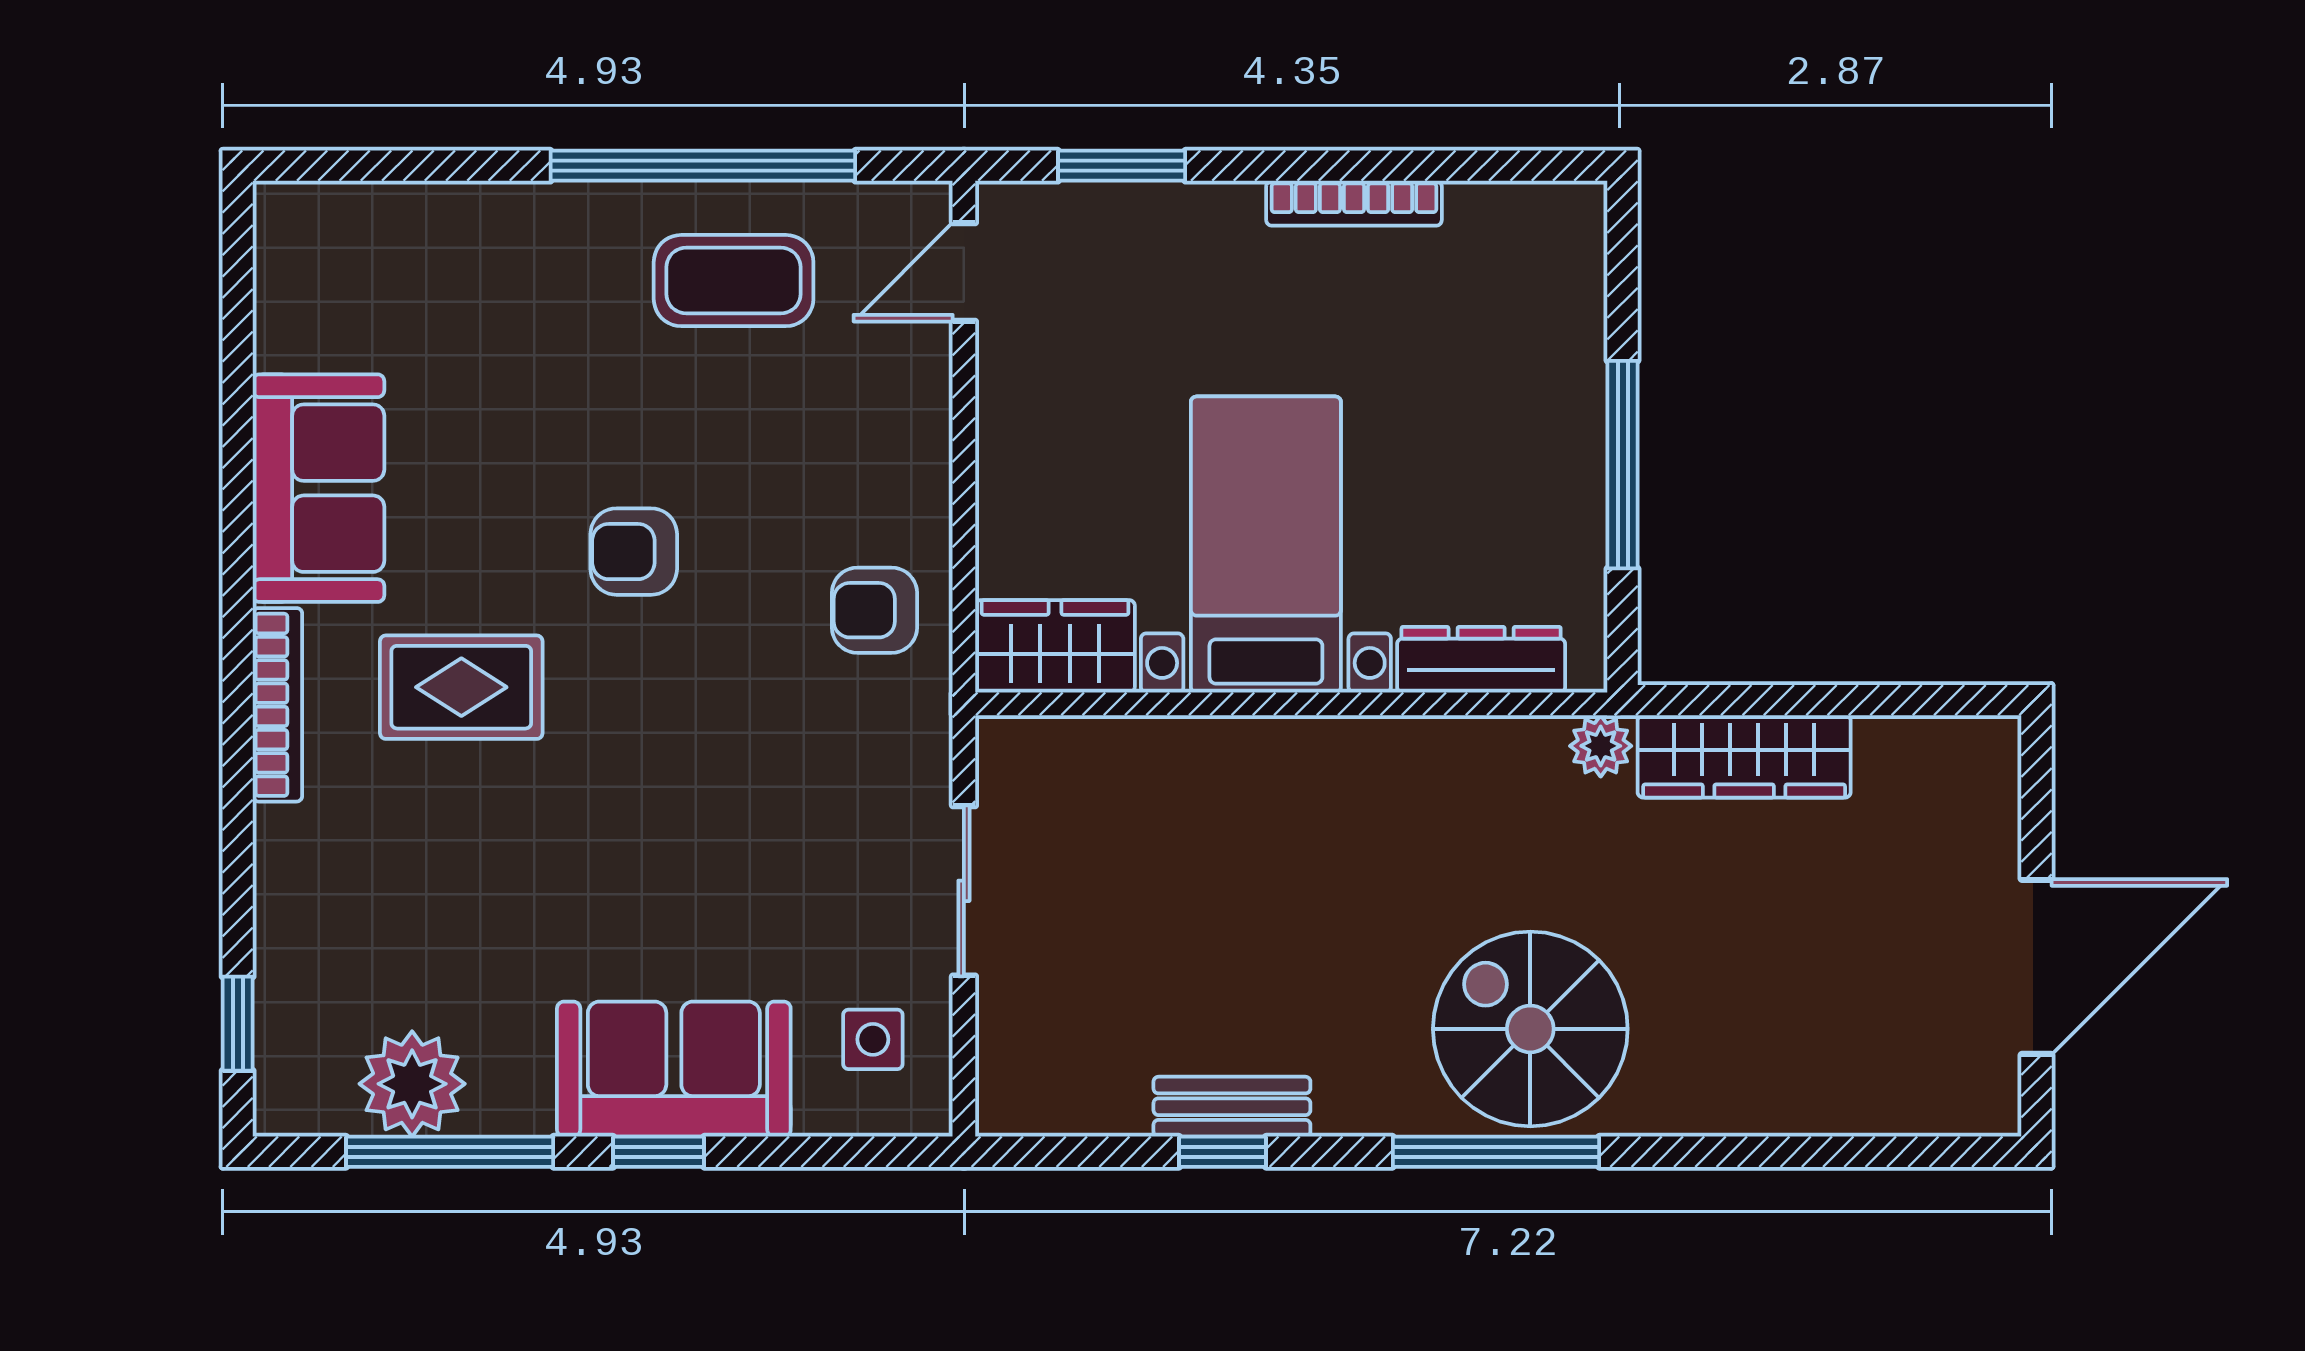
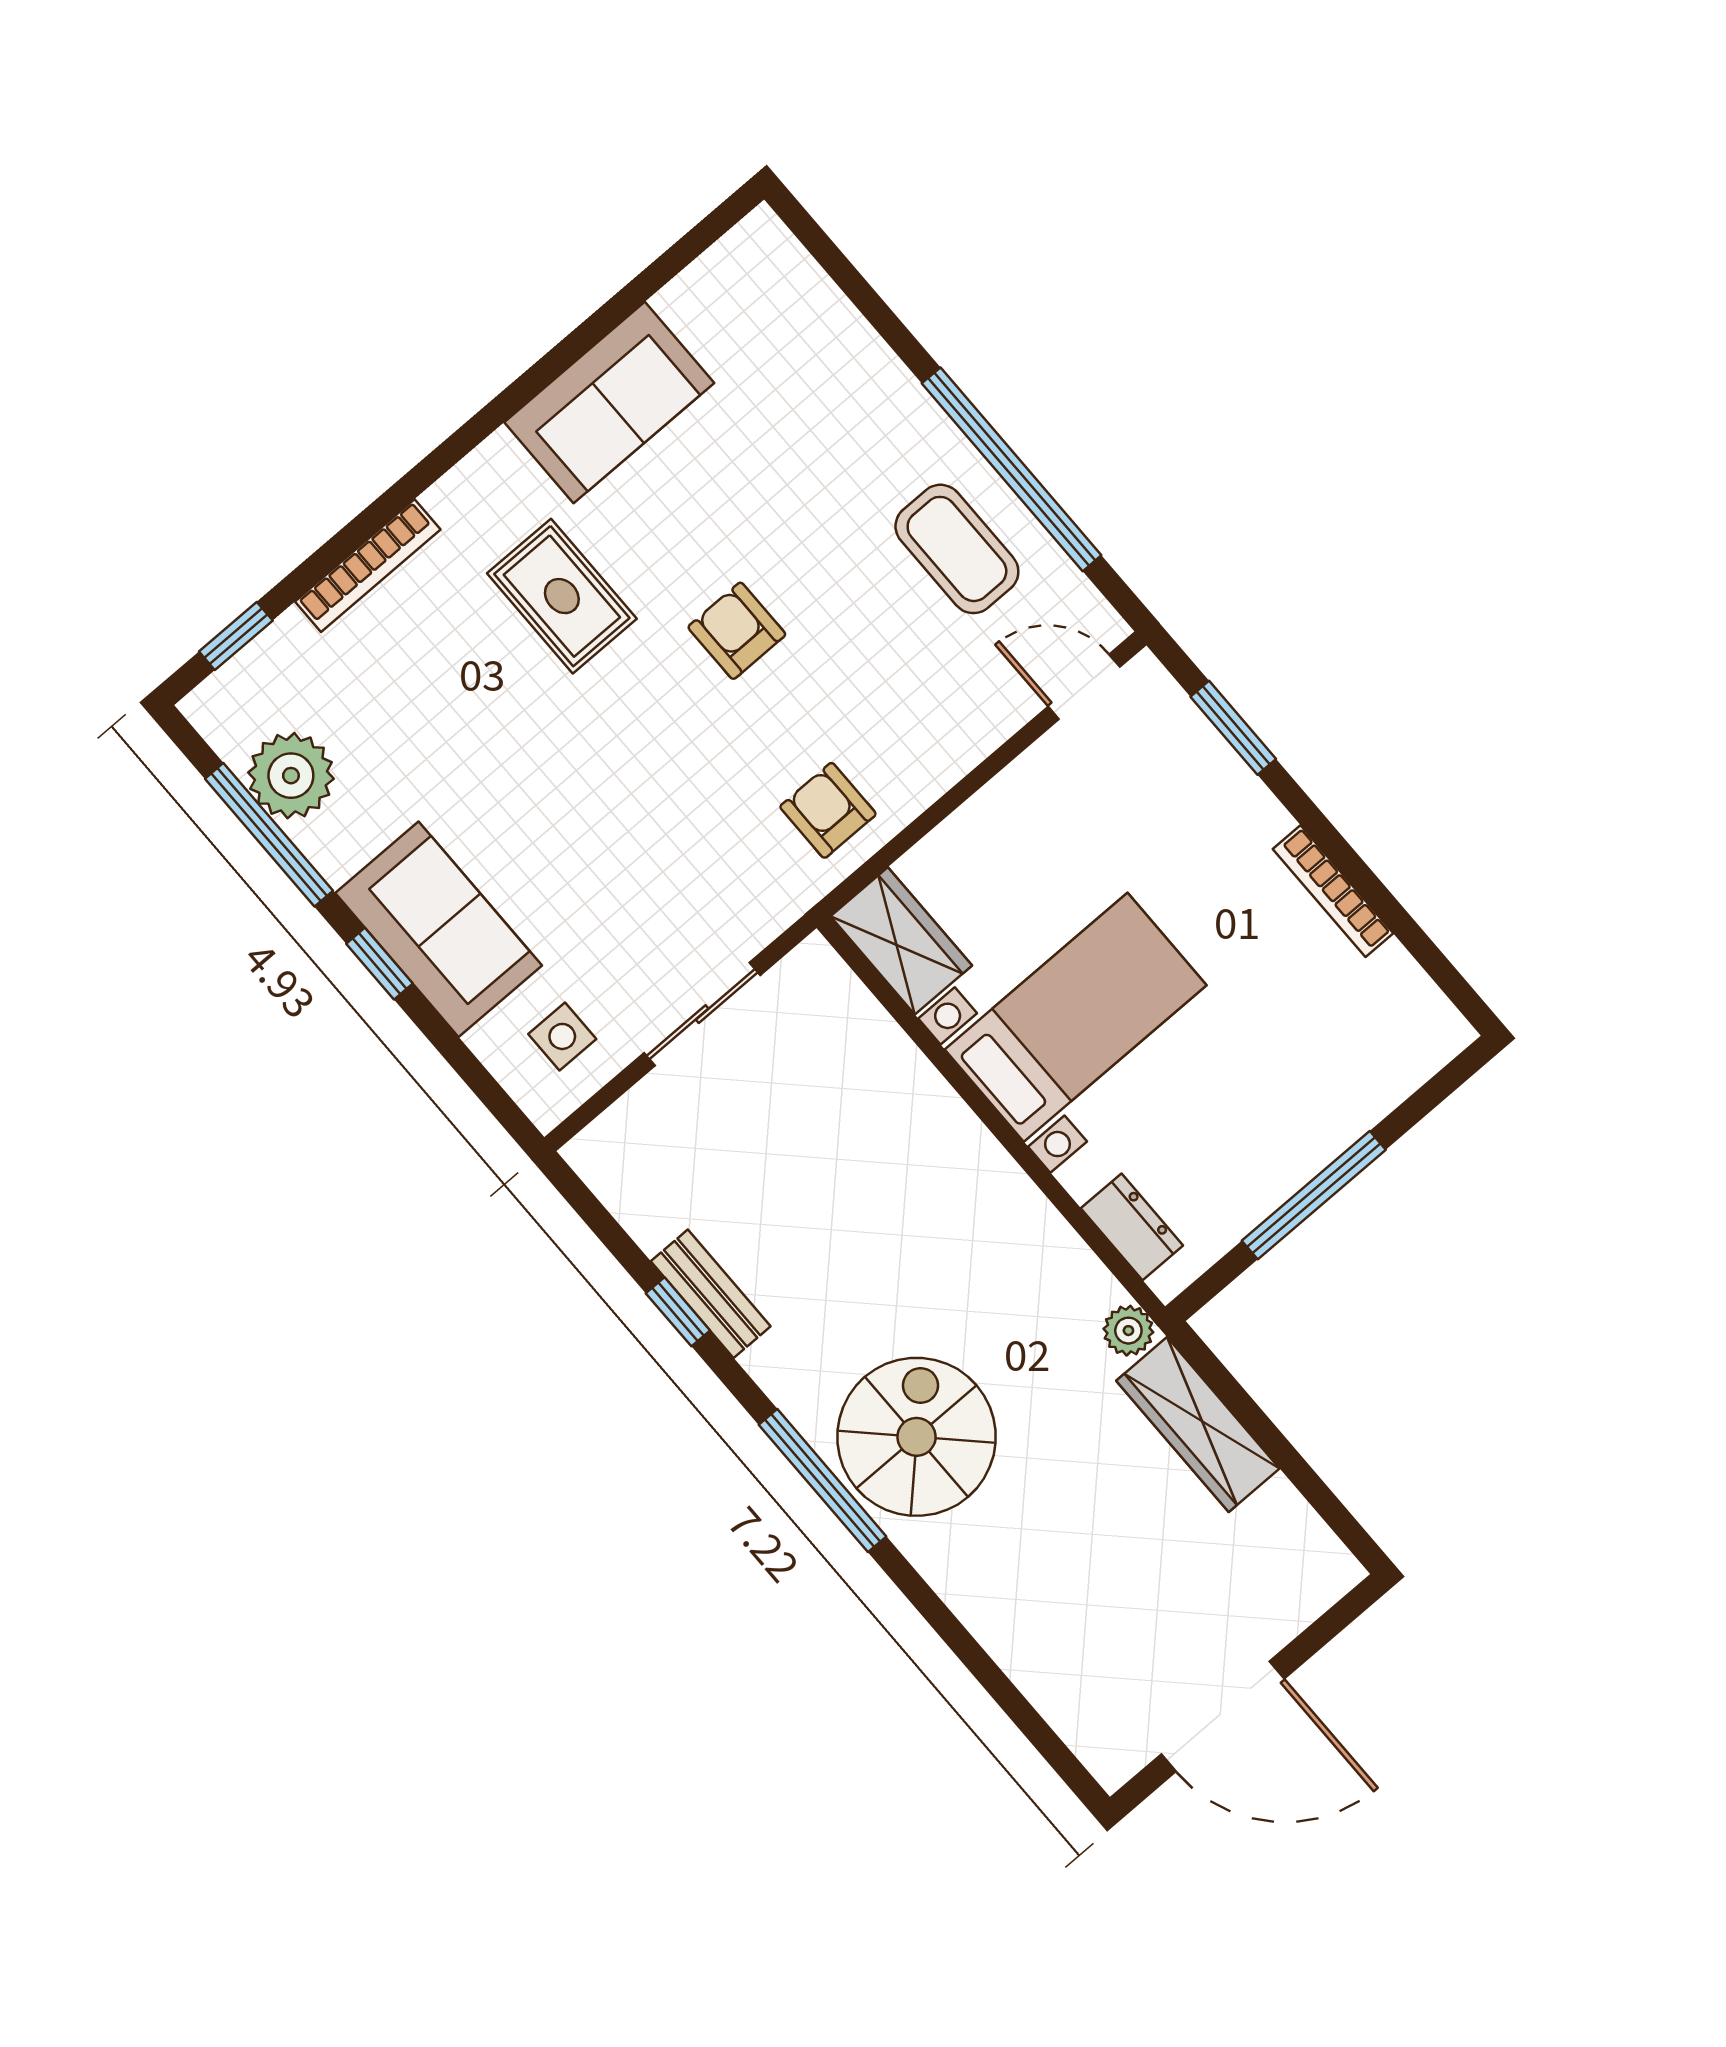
dresser: (1481, 660) -> (1132, 1227), width x0.70
bookcase: (277, 705) -> (368, 566), moved

